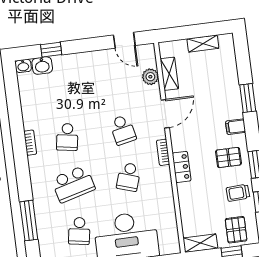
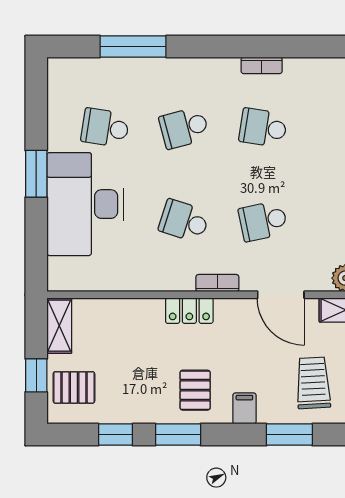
school desk: (73, 184) -> (184, 128), width x0.54
trolley: (238, 193) -> (313, 383), moved, width x1.36, depth x1.39

